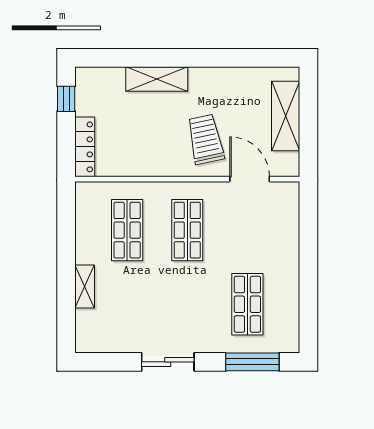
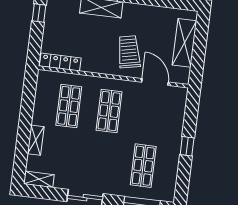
locker: (85, 147) -> (60, 62), moved, turned -90
window: (308, 268) -> (187, 146), added
shelving: (97, 343) -> (39, 179), added

